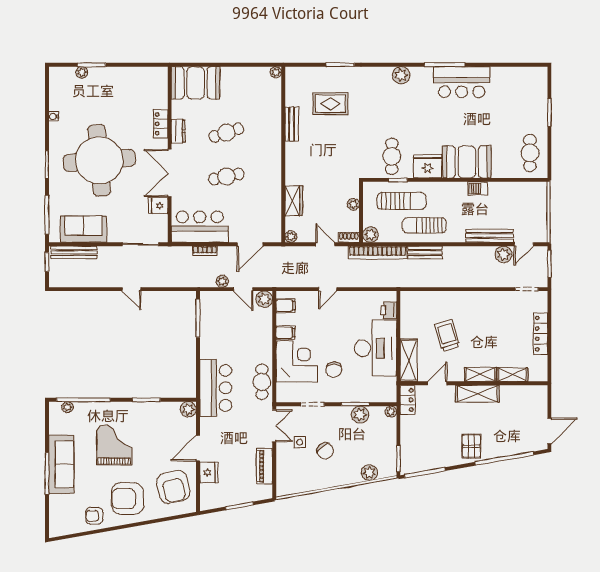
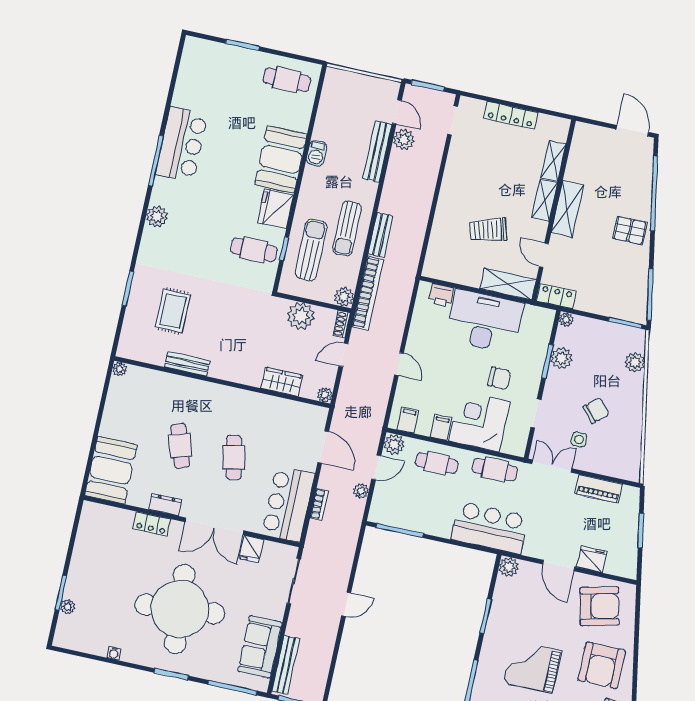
plant: (353, 204) -> (301, 316), width x1.88, depth x1.88
cafe table: (257, 335) -> (437, 463), added

